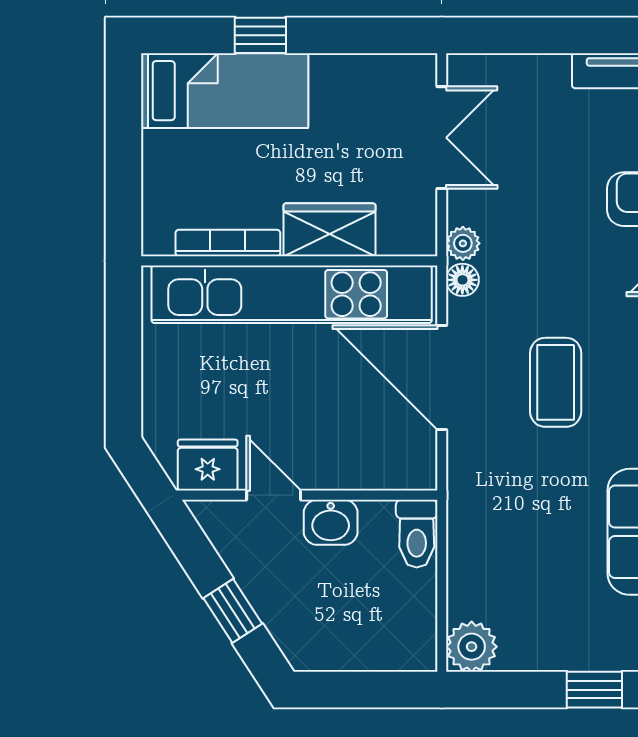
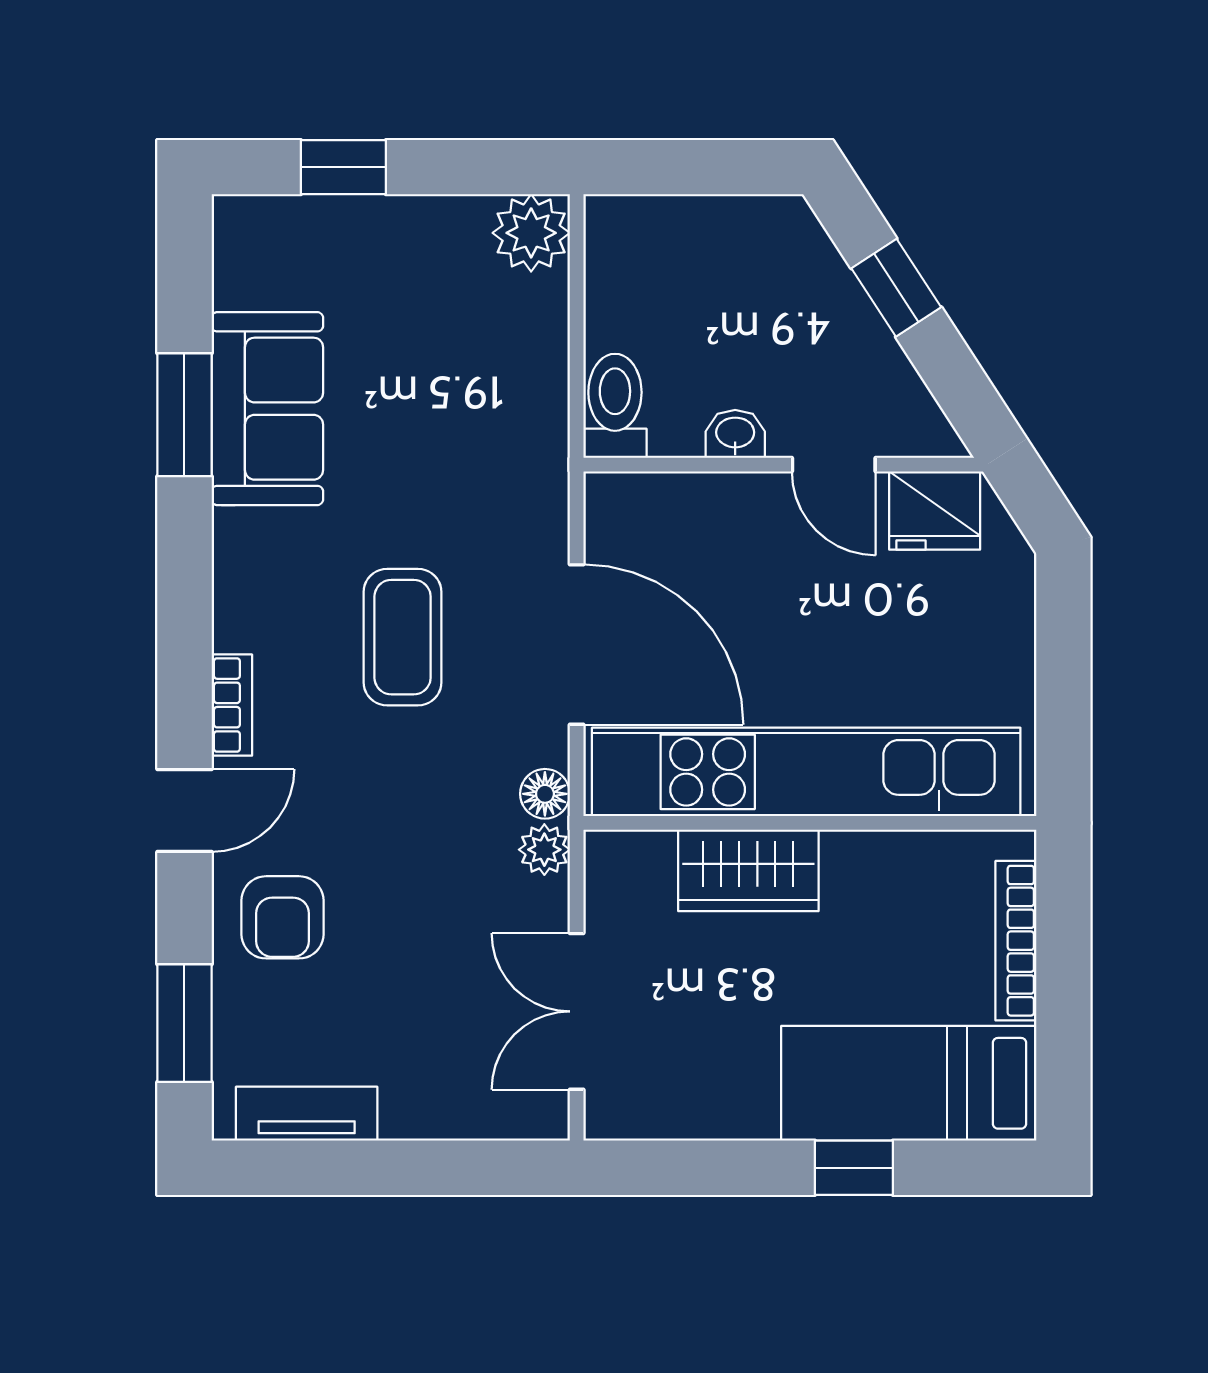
bookcase: (228, 243) -> (1016, 941), moved, turned 90
washbasin: (331, 522) -> (735, 434), width x0.72, depth x0.69

